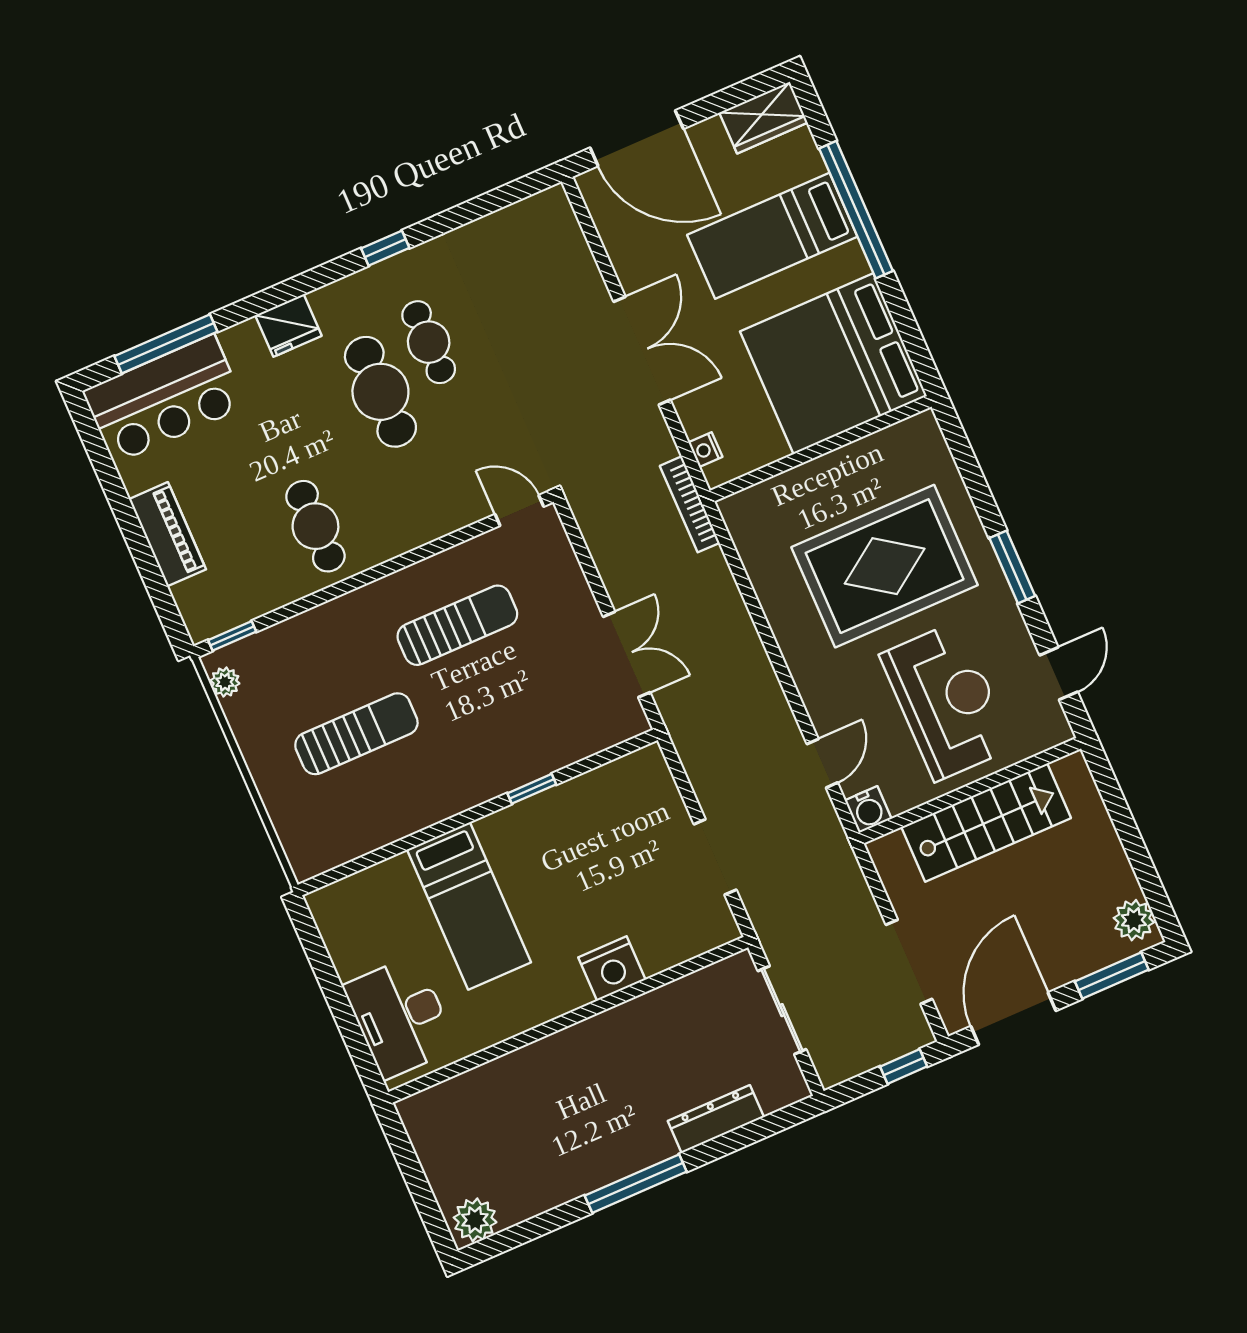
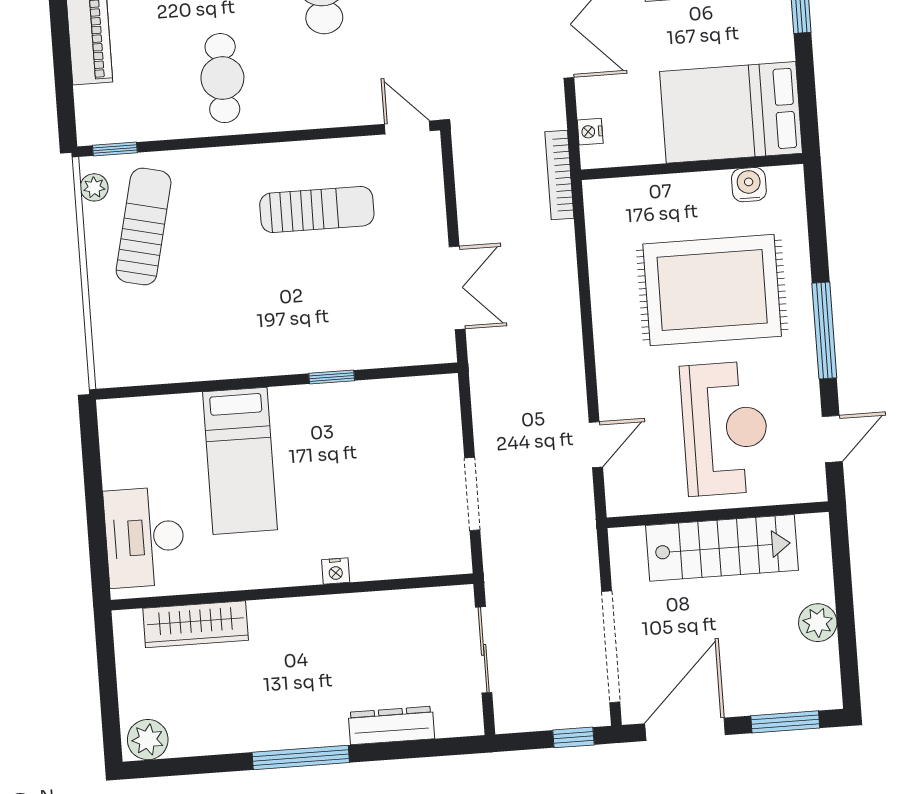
bed: (833, 364) -> (731, 112), width x0.73
window: (1012, 567) -> (824, 331), width x1.44
sun lounger: (356, 734) -> (144, 227), moved, turned -77
water cooler: (868, 810) -> (749, 185), moved, turned 180
plant: (1134, 920) -> (818, 623), moved
doorway: (909, 962) -> (611, 647), width x1.36
nightstand: (612, 969) -> (336, 571), width x0.53, depth x0.56
wardrobe: (482, 1087) -> (196, 624), added

